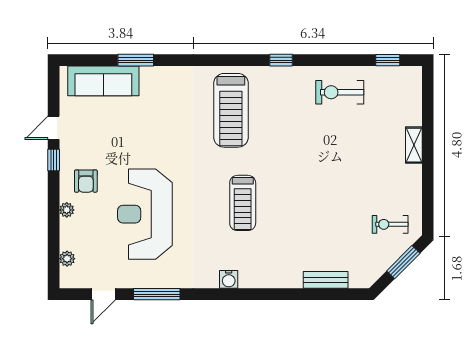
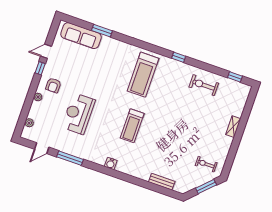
reception desk: (145, 214) -> (78, 114), width x0.74, depth x0.77

